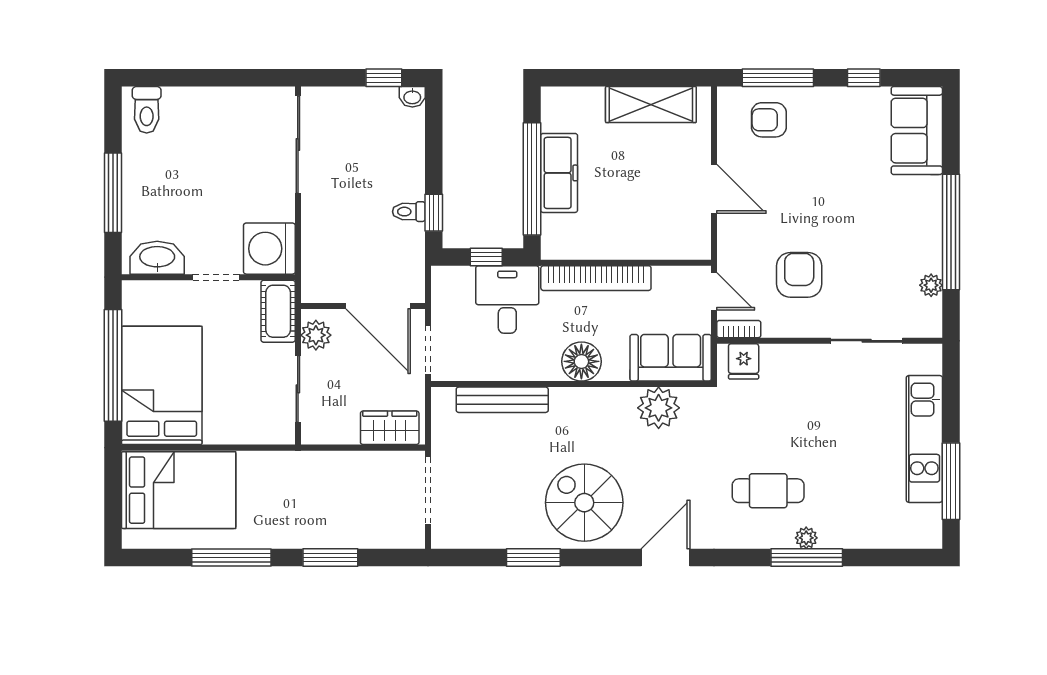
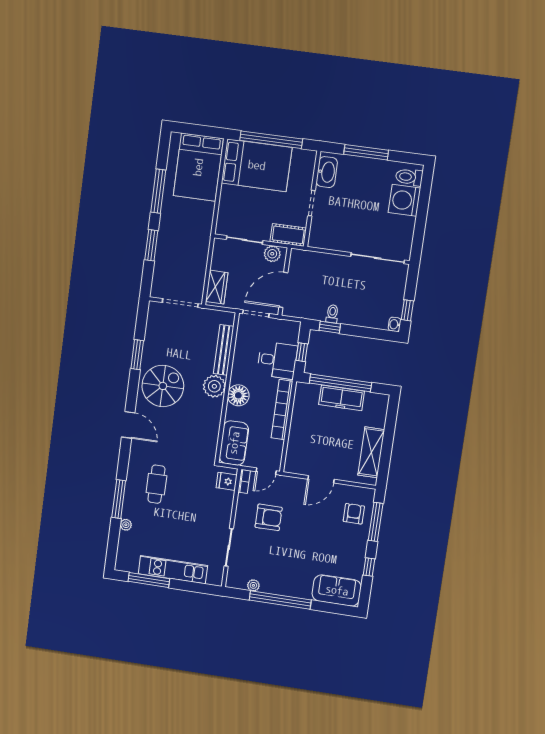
washing machine: (269, 249) -> (404, 200), moved, turned -90
plant: (659, 408) -> (214, 386), moved
plant: (806, 538) -> (126, 525), moved

